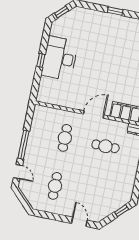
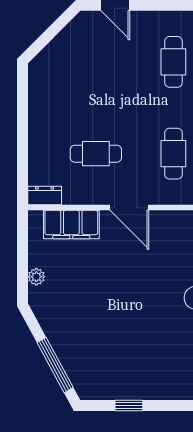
door: (94, 115) -> (129, 208), hinge flipped
window: (122, 211) -> (42, 42), removed

